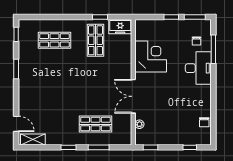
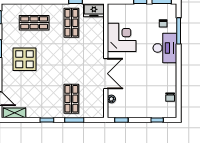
display table: (44, 80) -> (24, 59), added
double door: (133, 96) -> (106, 74), swing flipped
shop shelf: (95, 124) -> (71, 99), turned 90

